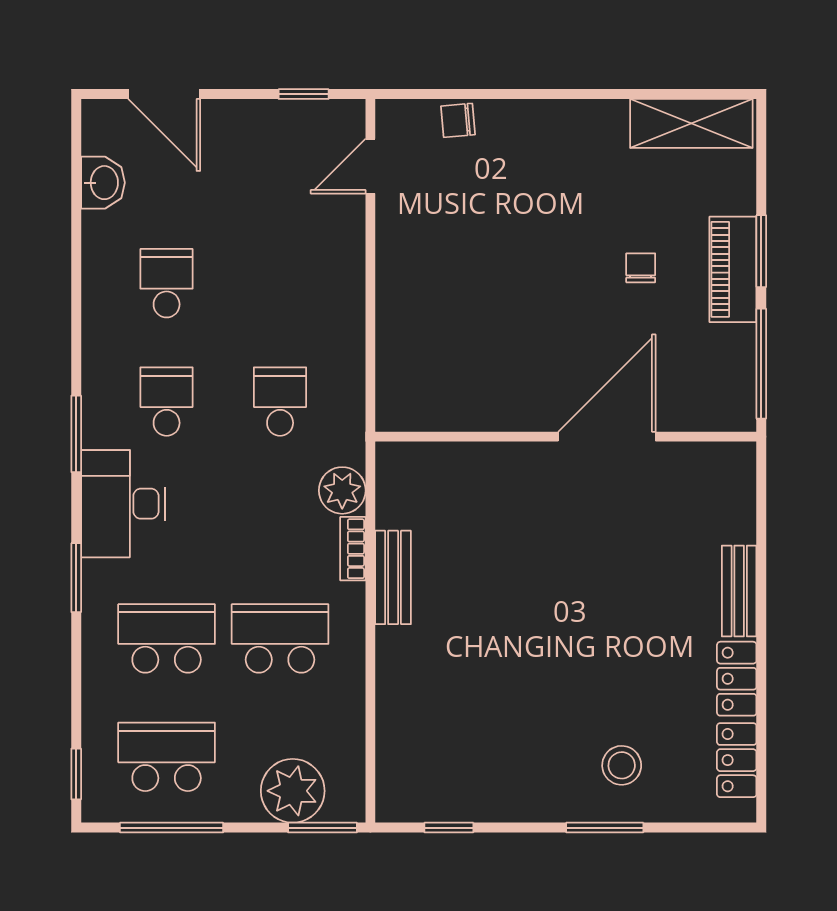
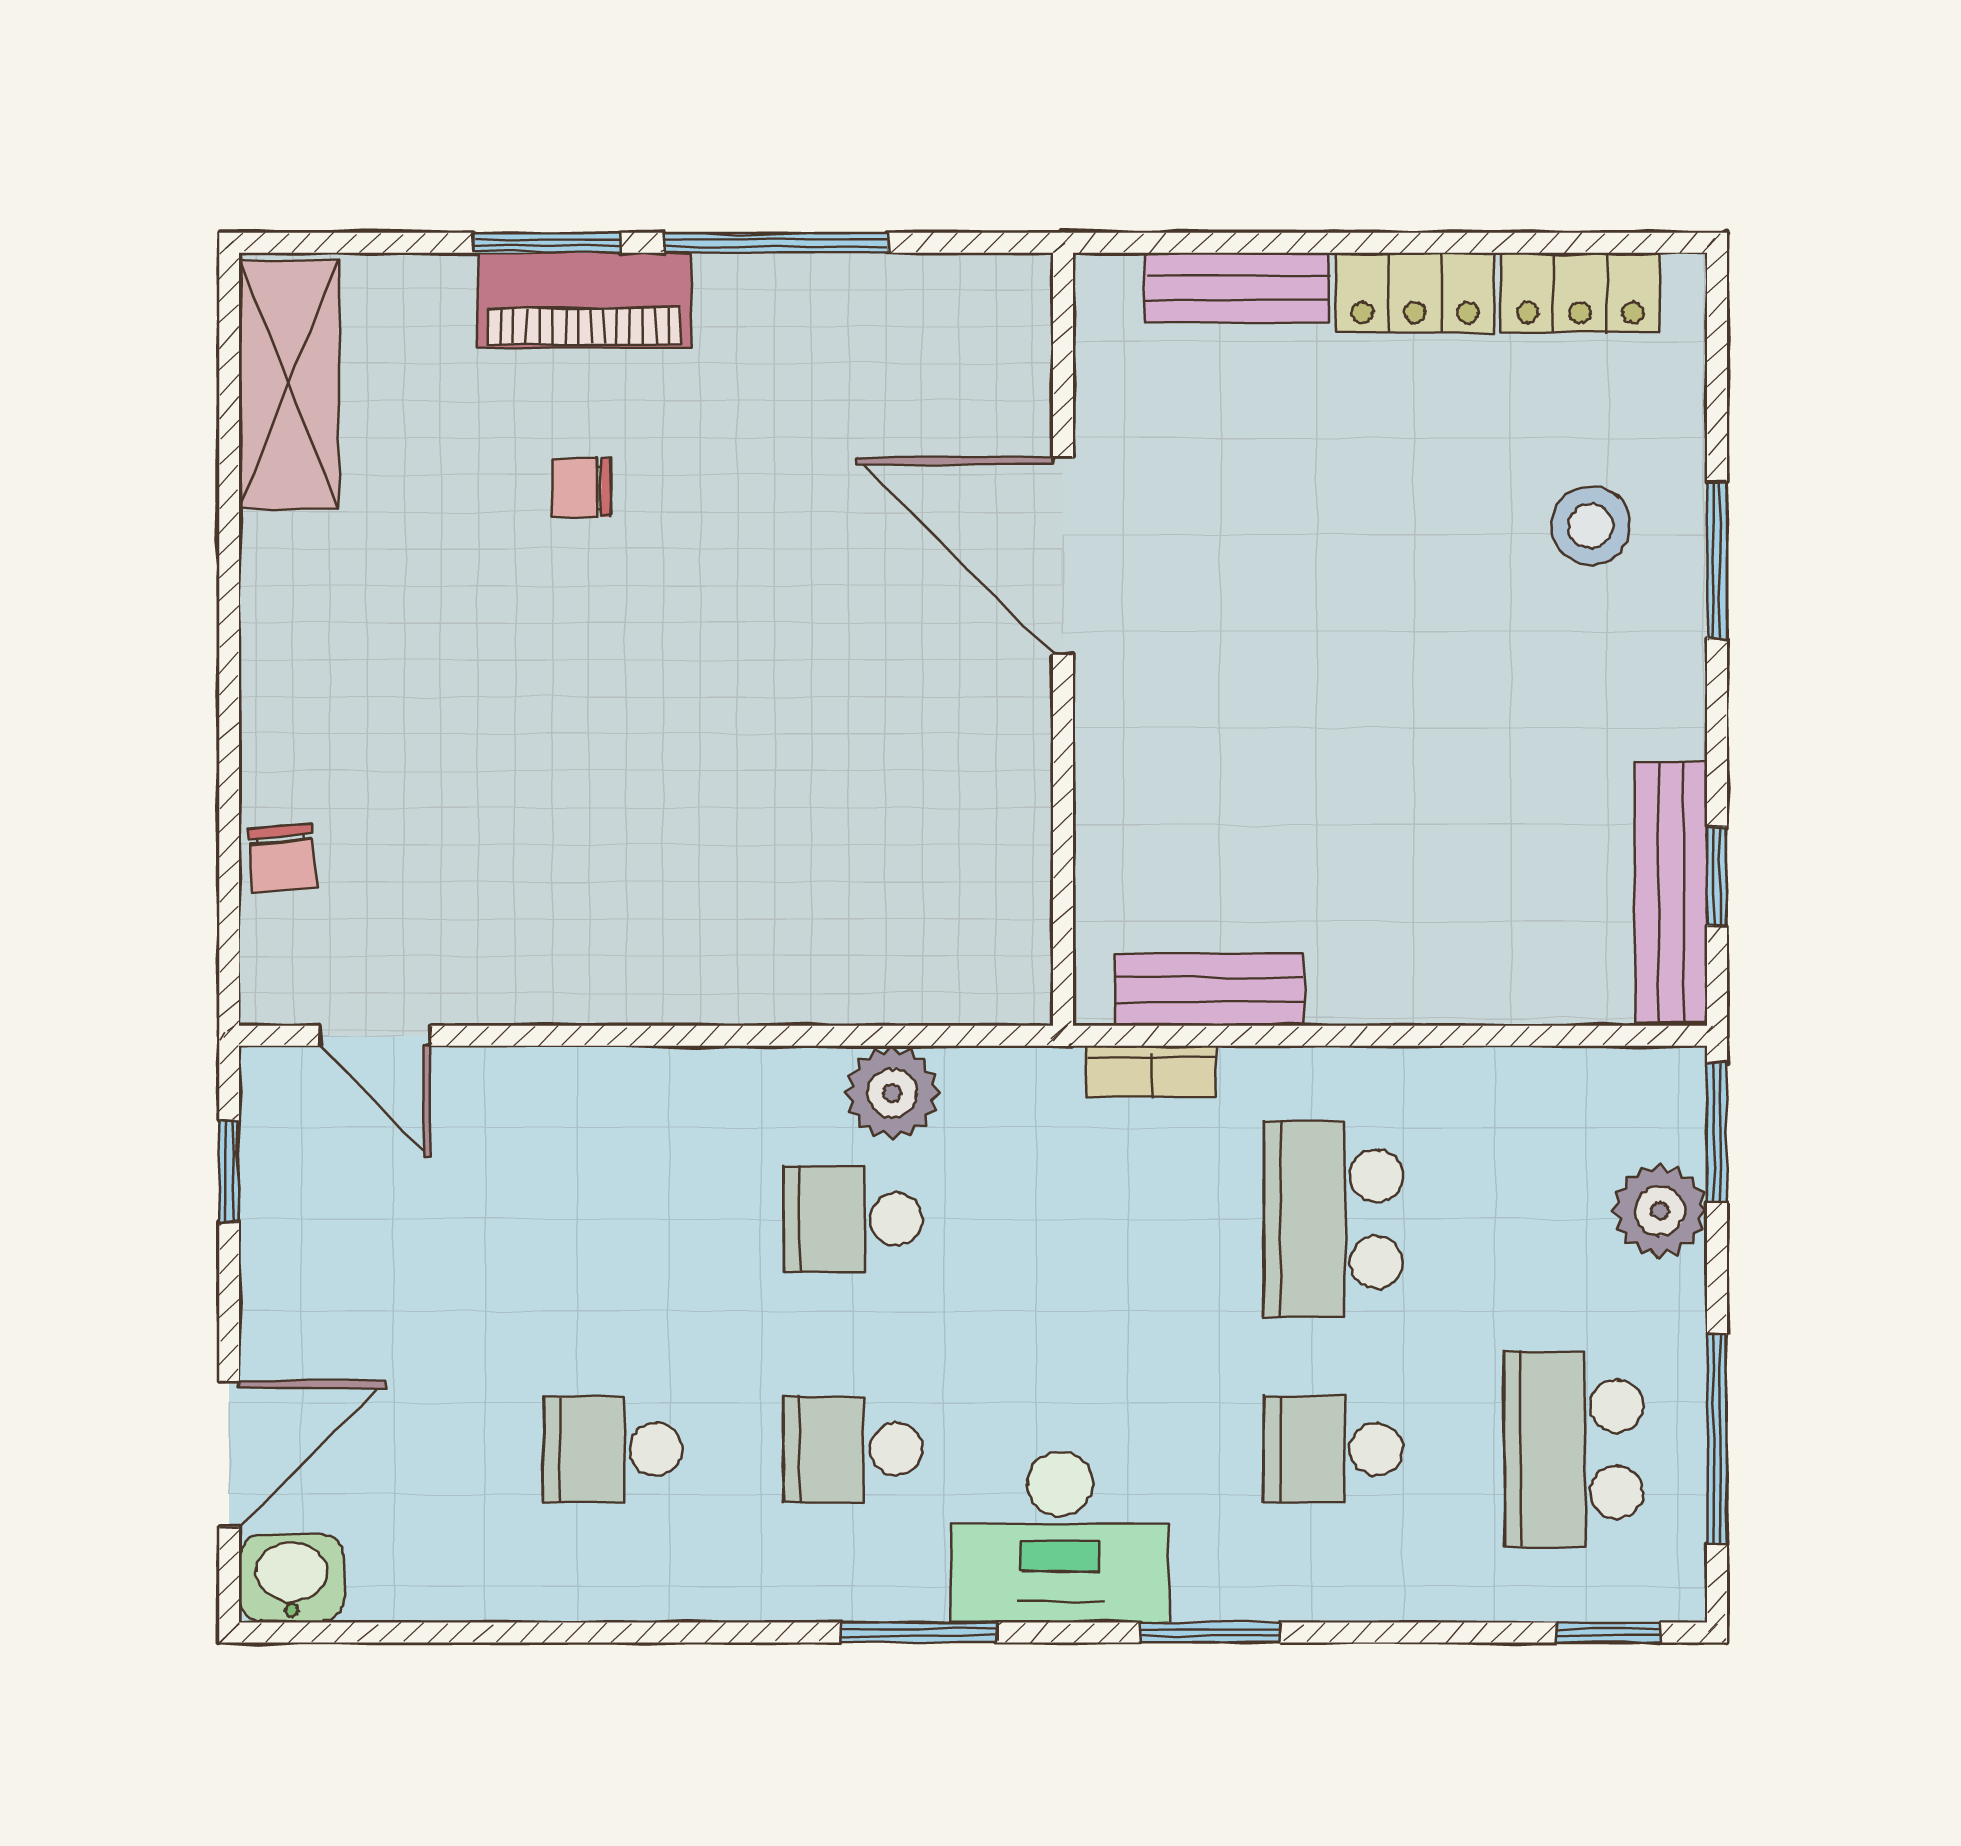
washbasin: (103, 183) -> (292, 1578), moved
wall: (566, 437) -> (1063, 639), moved
door: (607, 437) -> (1063, 556), moved
plant: (342, 490) -> (892, 1093), moved
school desk: (167, 638) -> (1333, 1449), width x0.54
plant: (293, 791) -> (1660, 1211), width x0.73, depth x0.73
bench: (441, 805) -> (1671, 892), added

